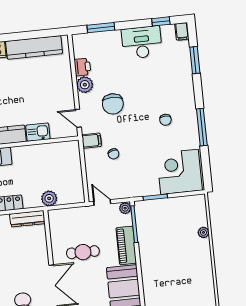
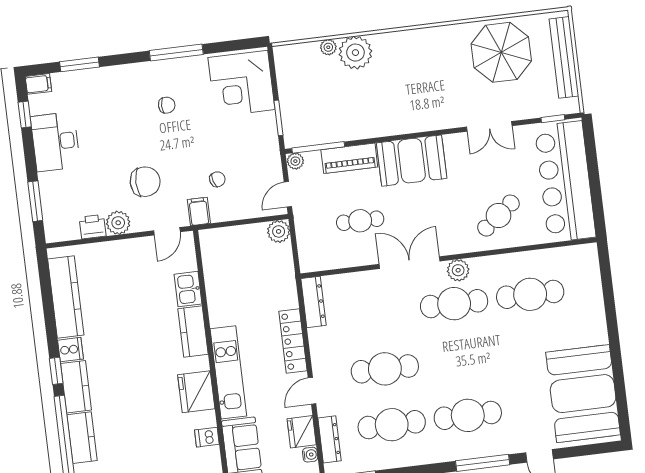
plant: (49, 198) -> (279, 231), moved
plant: (199, 251) -> (355, 53), added
cafe table: (83, 252) -> (360, 221), turned 90

